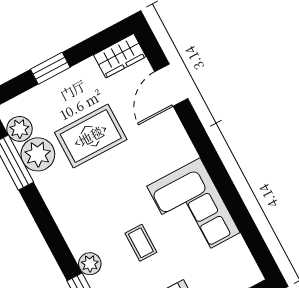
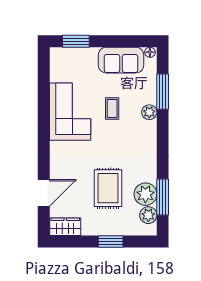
rug: (91, 136) -> (108, 188), turned 90

